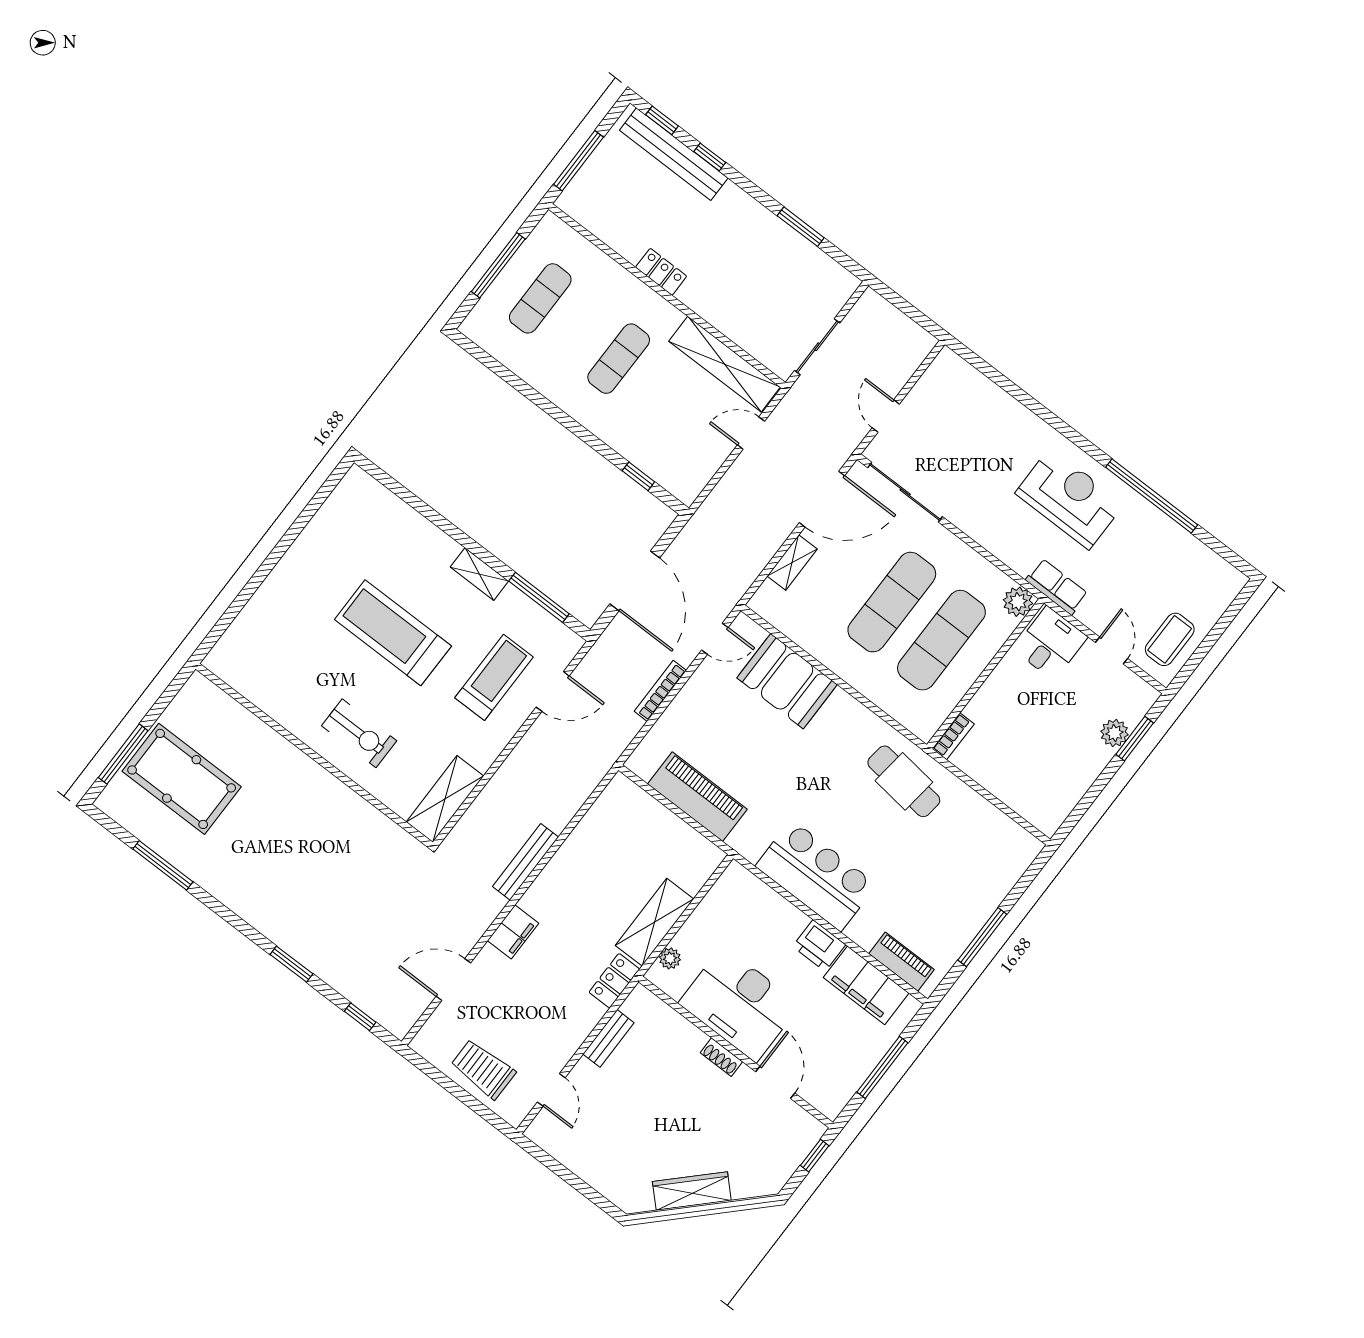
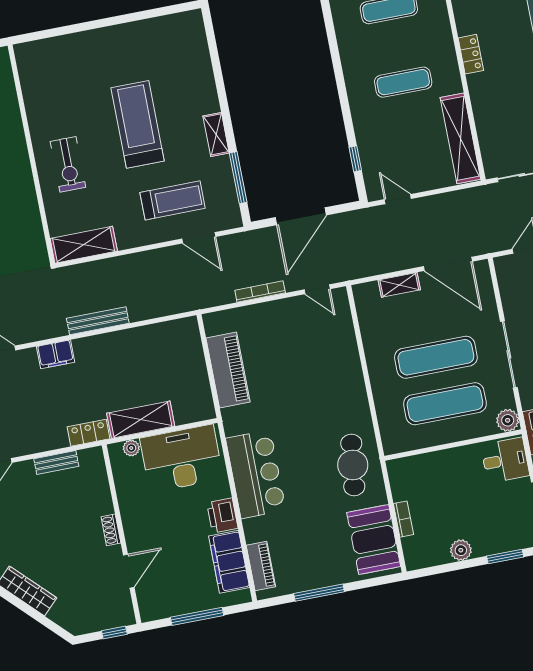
door: (751, 433) -> (398, 199), moved
sliding door: (905, 492) -> (509, 354), moved
booth: (787, 681) -> (374, 539), moved
plant: (1114, 733) -> (461, 550), moved
bookcase: (953, 736) -> (403, 519), moved, turned -90
desk: (739, 1004) -> (182, 458), moved, turned 90

